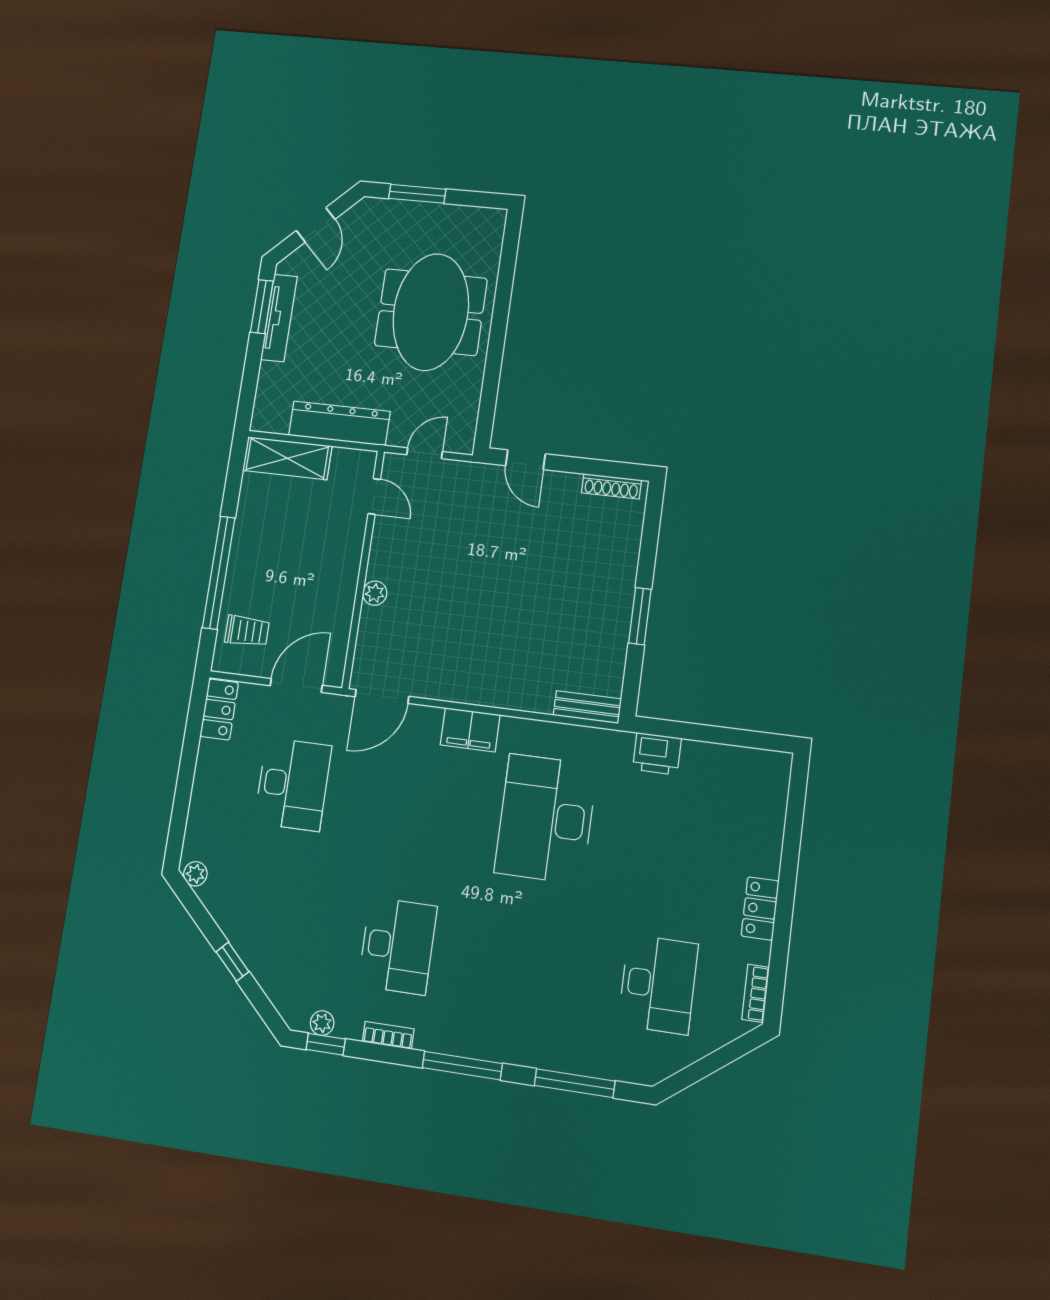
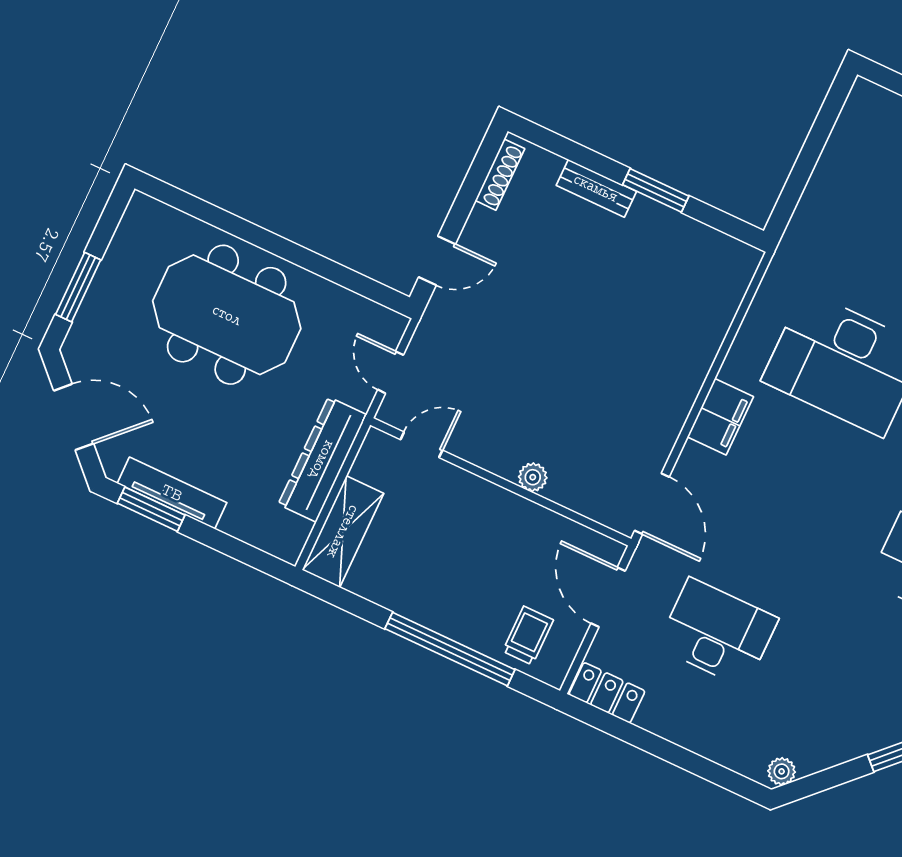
door: (316, 225) -> (74, 417), width x1.38
bench: (587, 707) -> (596, 188), moved, turned 90
printer: (657, 754) -> (812, 221), removed

